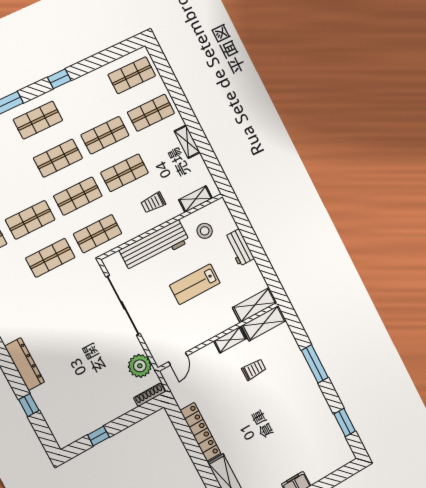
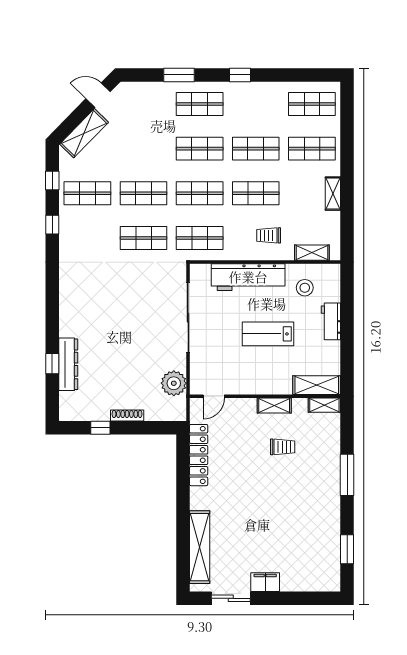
shelving: (264, 323) -> (324, 405), width x0.67, depth x0.75
dresser: (25, 364) -> (68, 364), moved
shoe rack: (149, 395) -> (127, 415), moved
locker: (200, 432) -> (199, 455), moved

